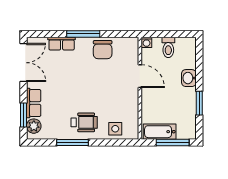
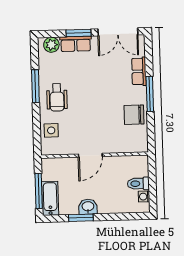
washing machine: (146, 42) -> (144, 197), moved
door: (140, 76) -> (90, 155), moved
washbasin: (189, 78) -> (88, 207), moved
window: (23, 115) -> (79, 33), moved
bathtub: (160, 132) -> (50, 198), moved

